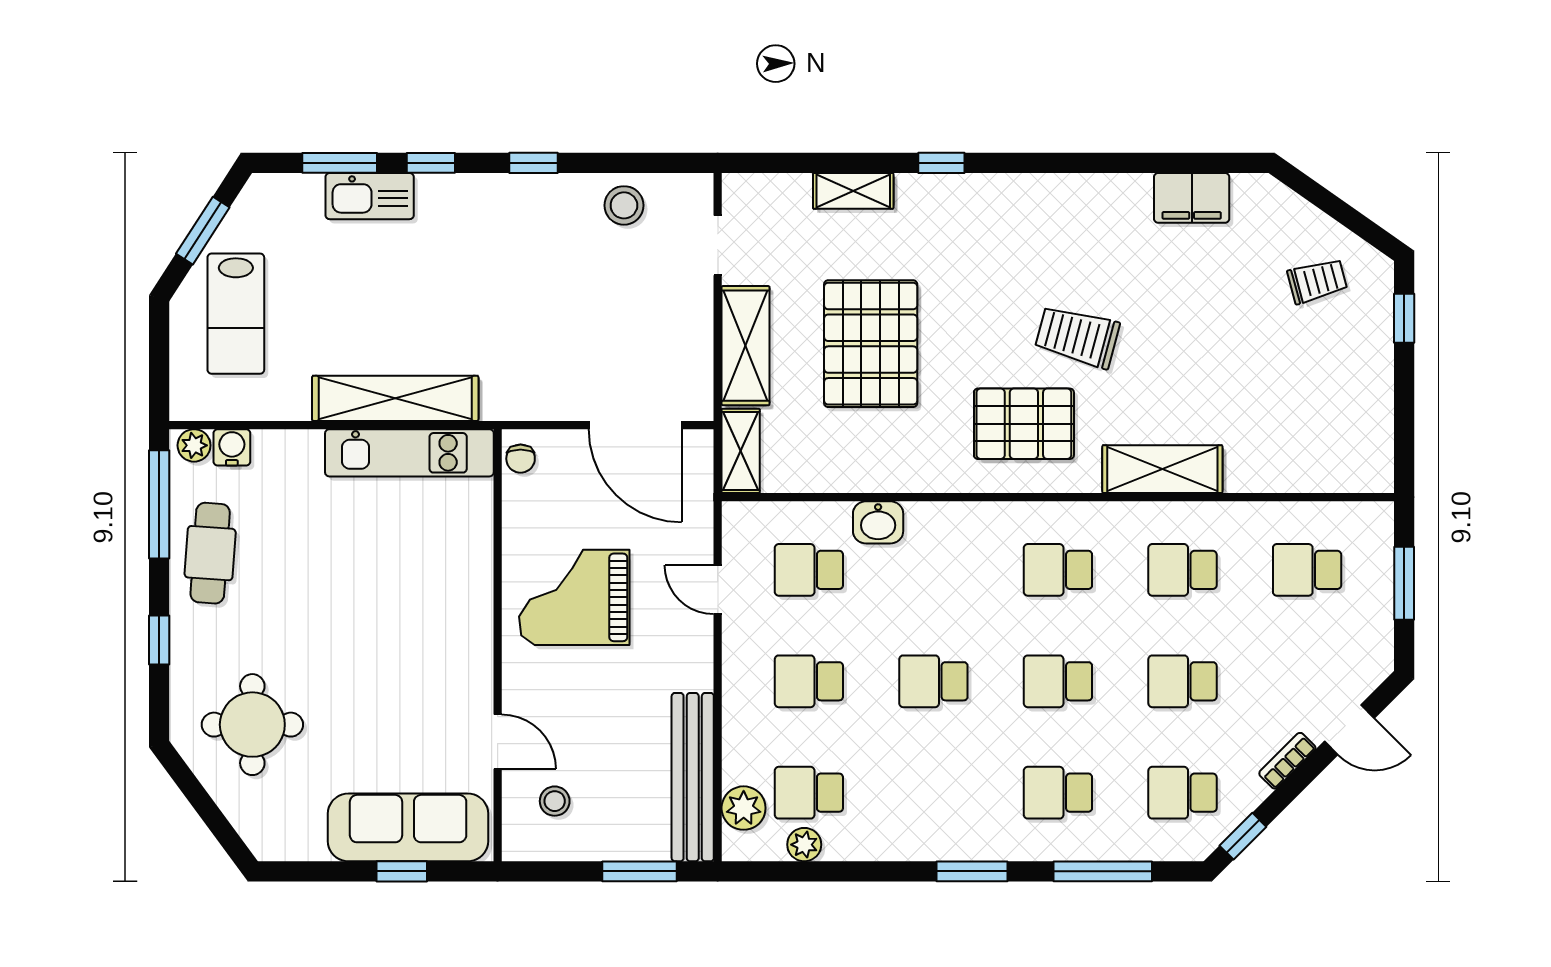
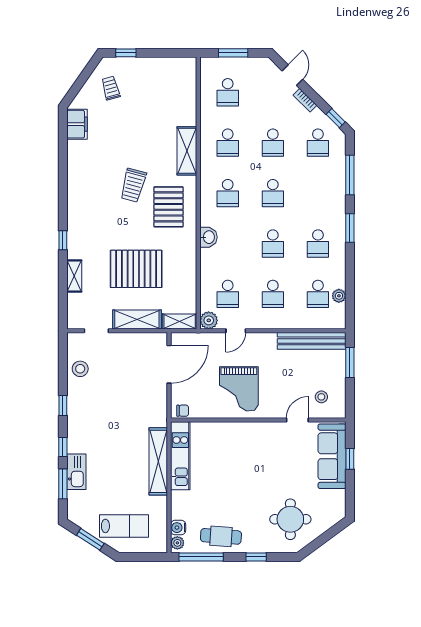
filing cabinet: (1192, 198) -> (77, 124), moved
washbasin: (878, 522) -> (208, 237), moved
school desk: (1058, 793) -> (318, 244), moved
plant: (744, 808) -> (209, 320), moved

